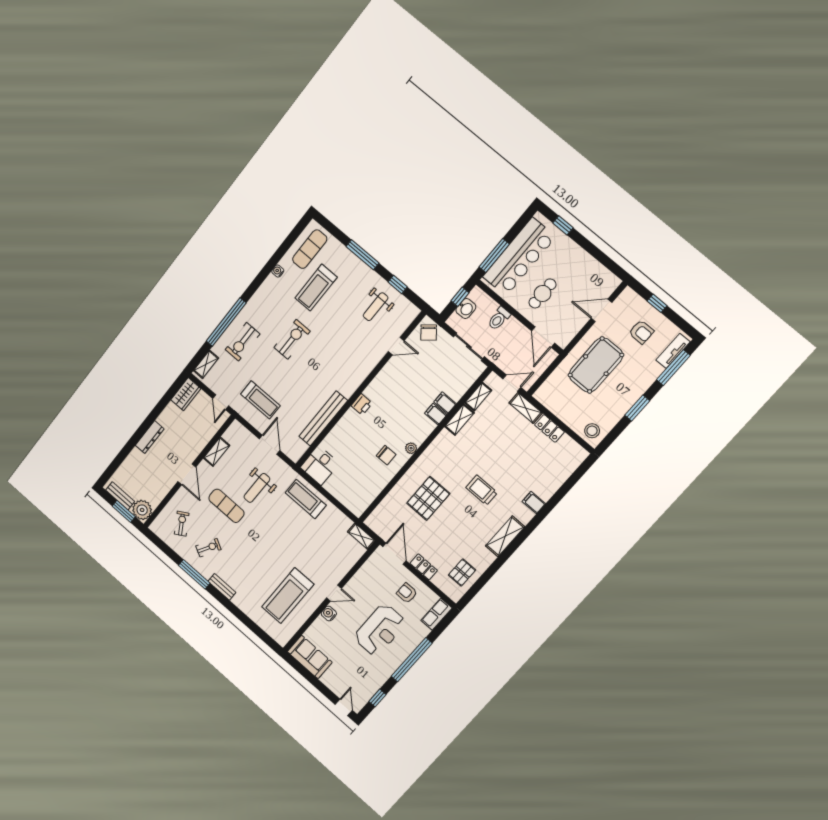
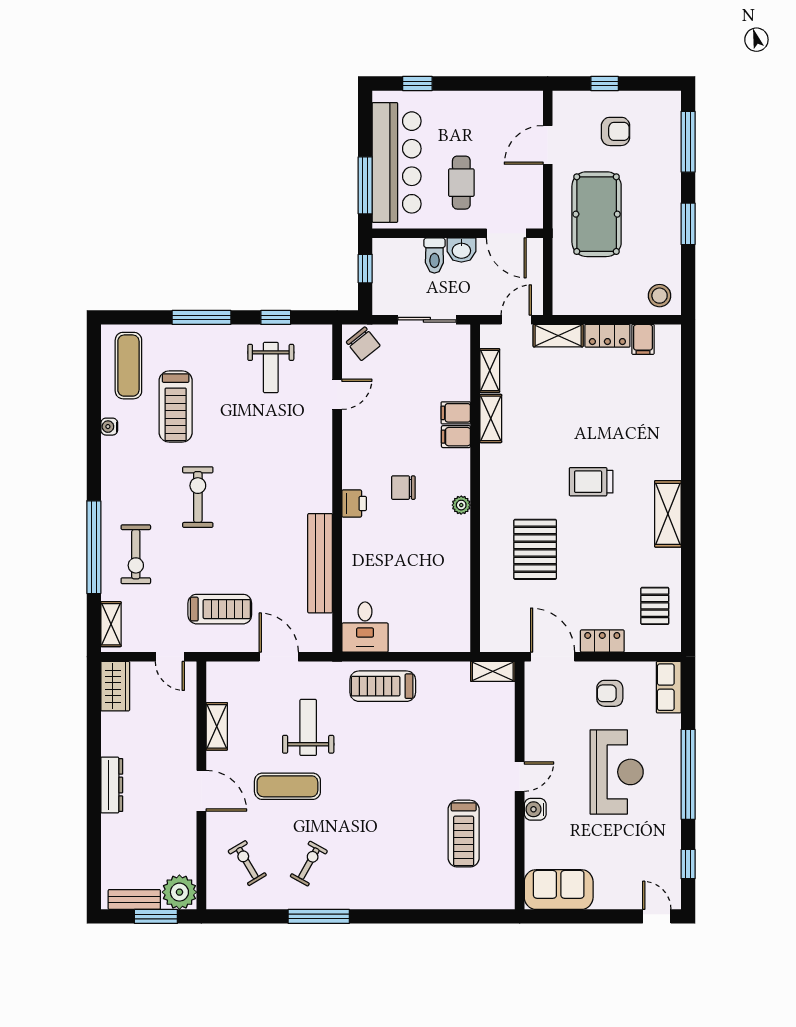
washbasin: (466, 309) -> (461, 250), moved, turned 90
tv unit: (673, 351) -> (671, 123), removed
chair: (386, 455) -> (403, 488), moved, turned 180
weight bench: (257, 488) -> (308, 727), turned 180
filing cabinet: (534, 503) -> (643, 339), moved, turned -90
bench: (222, 587) -> (369, 900), removed
treadmill: (288, 596) -> (464, 834), width x0.73, depth x0.73

